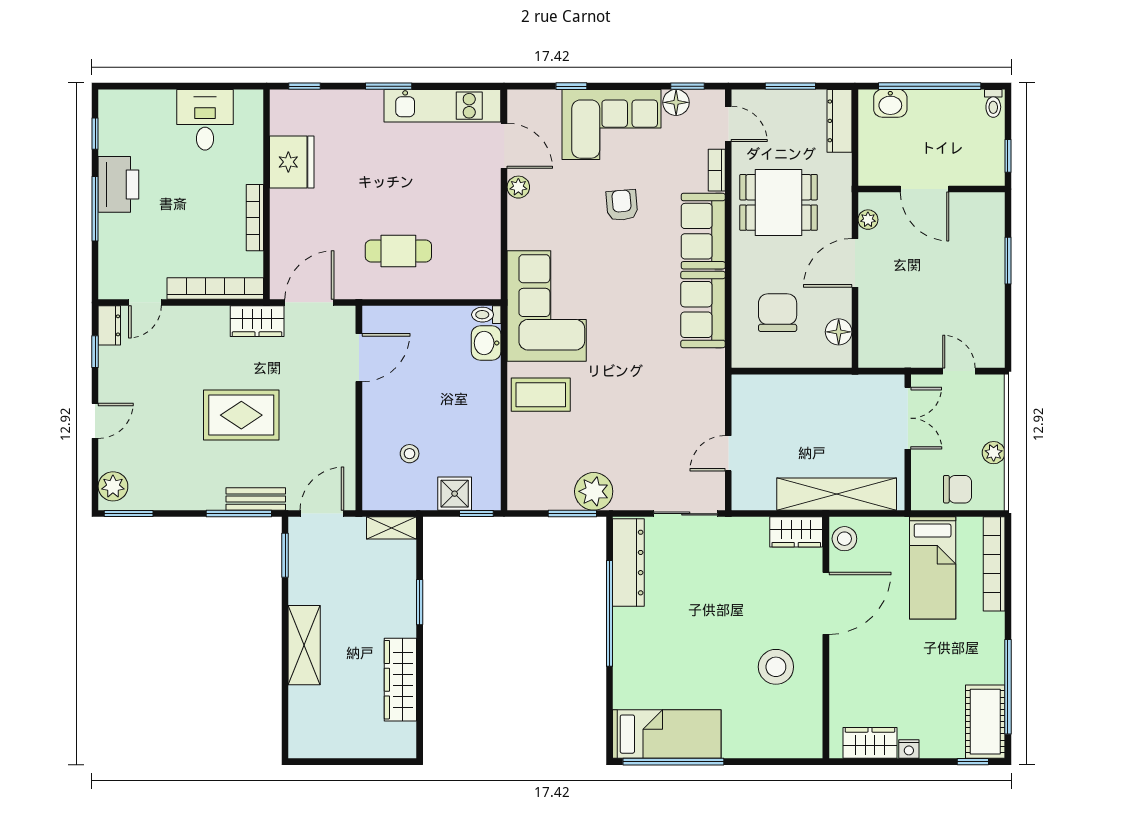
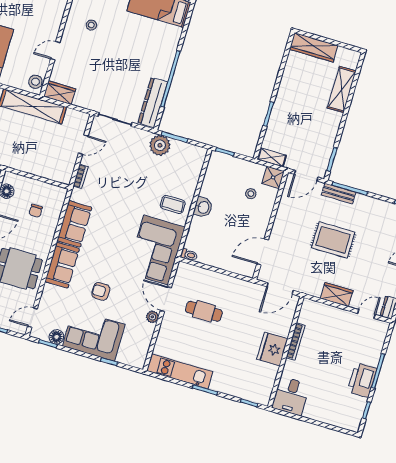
desk: (205, 120) -> (291, 396), moved
door: (728, 124) -> (32, 318), hinge flipped
door: (504, 146) -> (166, 299), moved
fridge: (292, 162) -> (272, 349), moved
bookcase: (717, 170) -> (81, 176), moved
armchair: (622, 205) -> (101, 291), turned 95
cafe table: (398, 251) -> (204, 311), moved
bookcase: (215, 288) -> (327, 310), removed
chair: (778, 313) -> (36, 211), width x0.54, depth x0.54
wardrobe: (257, 321) -> (337, 295), moved
washbasin: (486, 343) -> (203, 207), moved
coffee table: (541, 395) -> (173, 204), width x0.73, depth x0.77
shower: (455, 494) -> (273, 177), moved
door: (826, 603) -> (55, 51), width x0.53
shelving: (304, 645) -> (342, 89), moved
stool: (776, 667) -> (91, 25), width x0.53, depth x0.53
wardrobe: (400, 680) -> (314, 47), moved, turned 90

